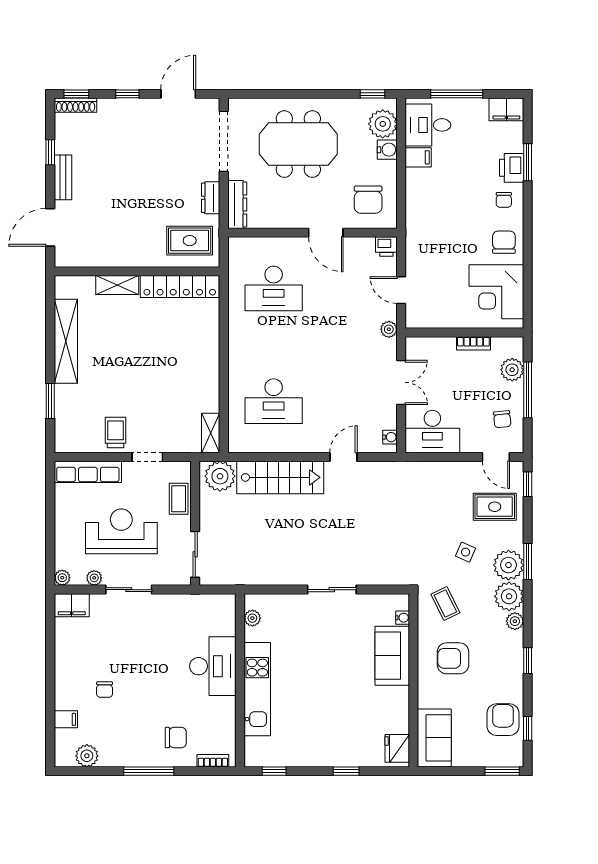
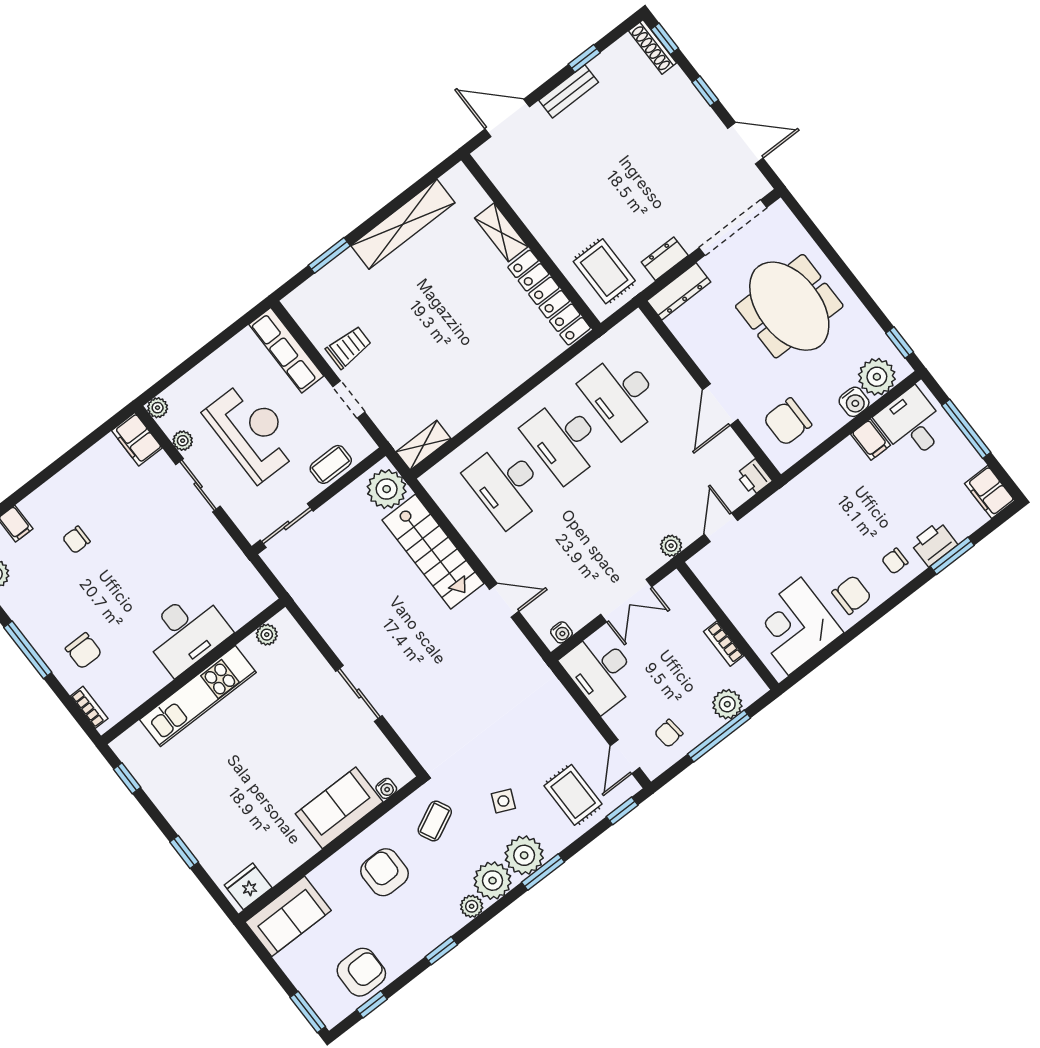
desk: (274, 345) -> (564, 440), added

